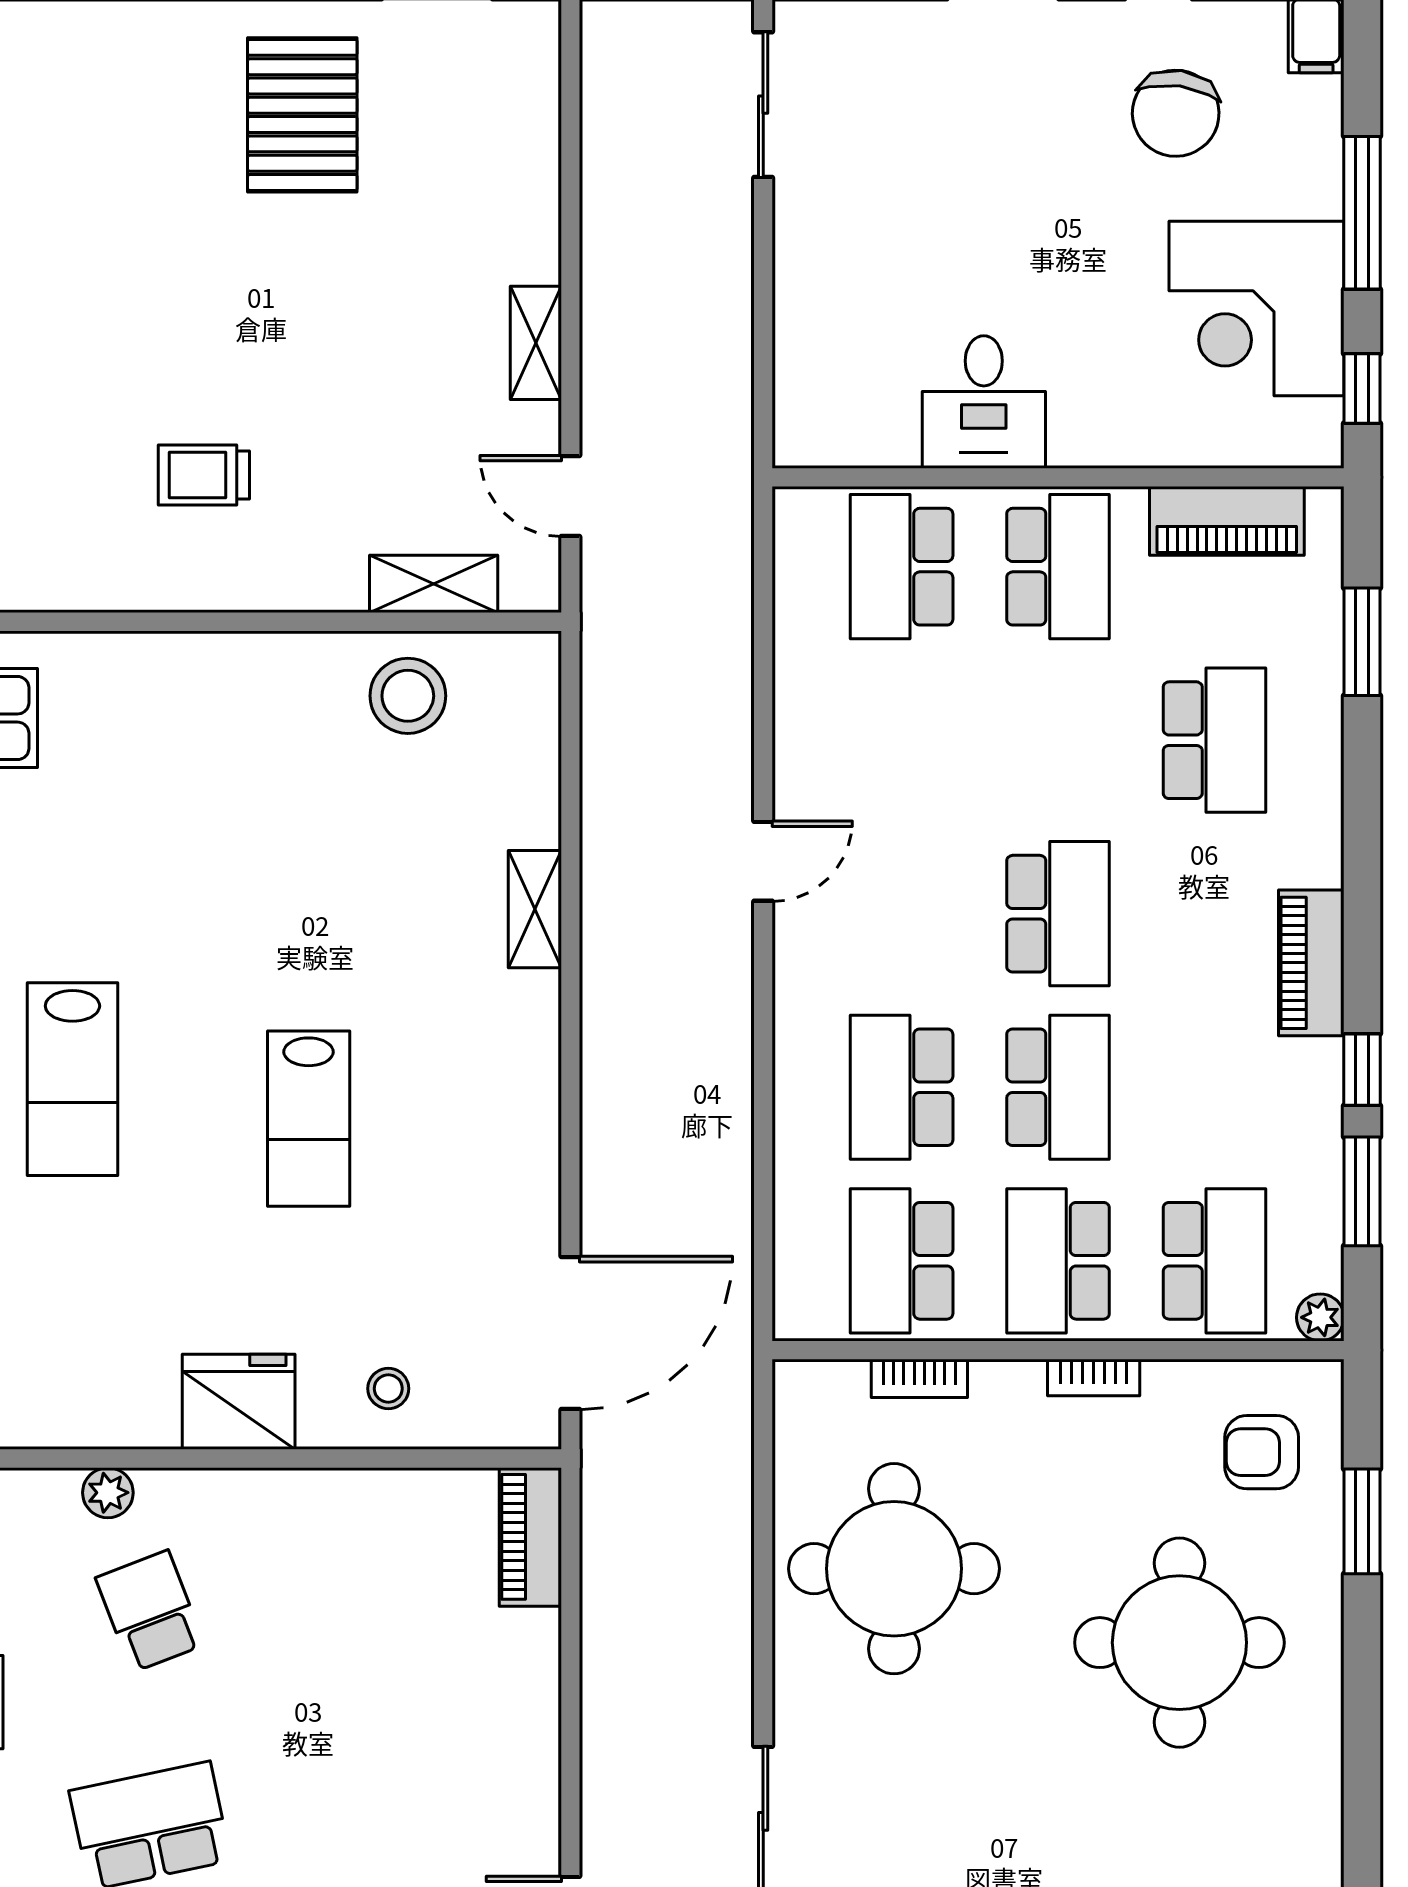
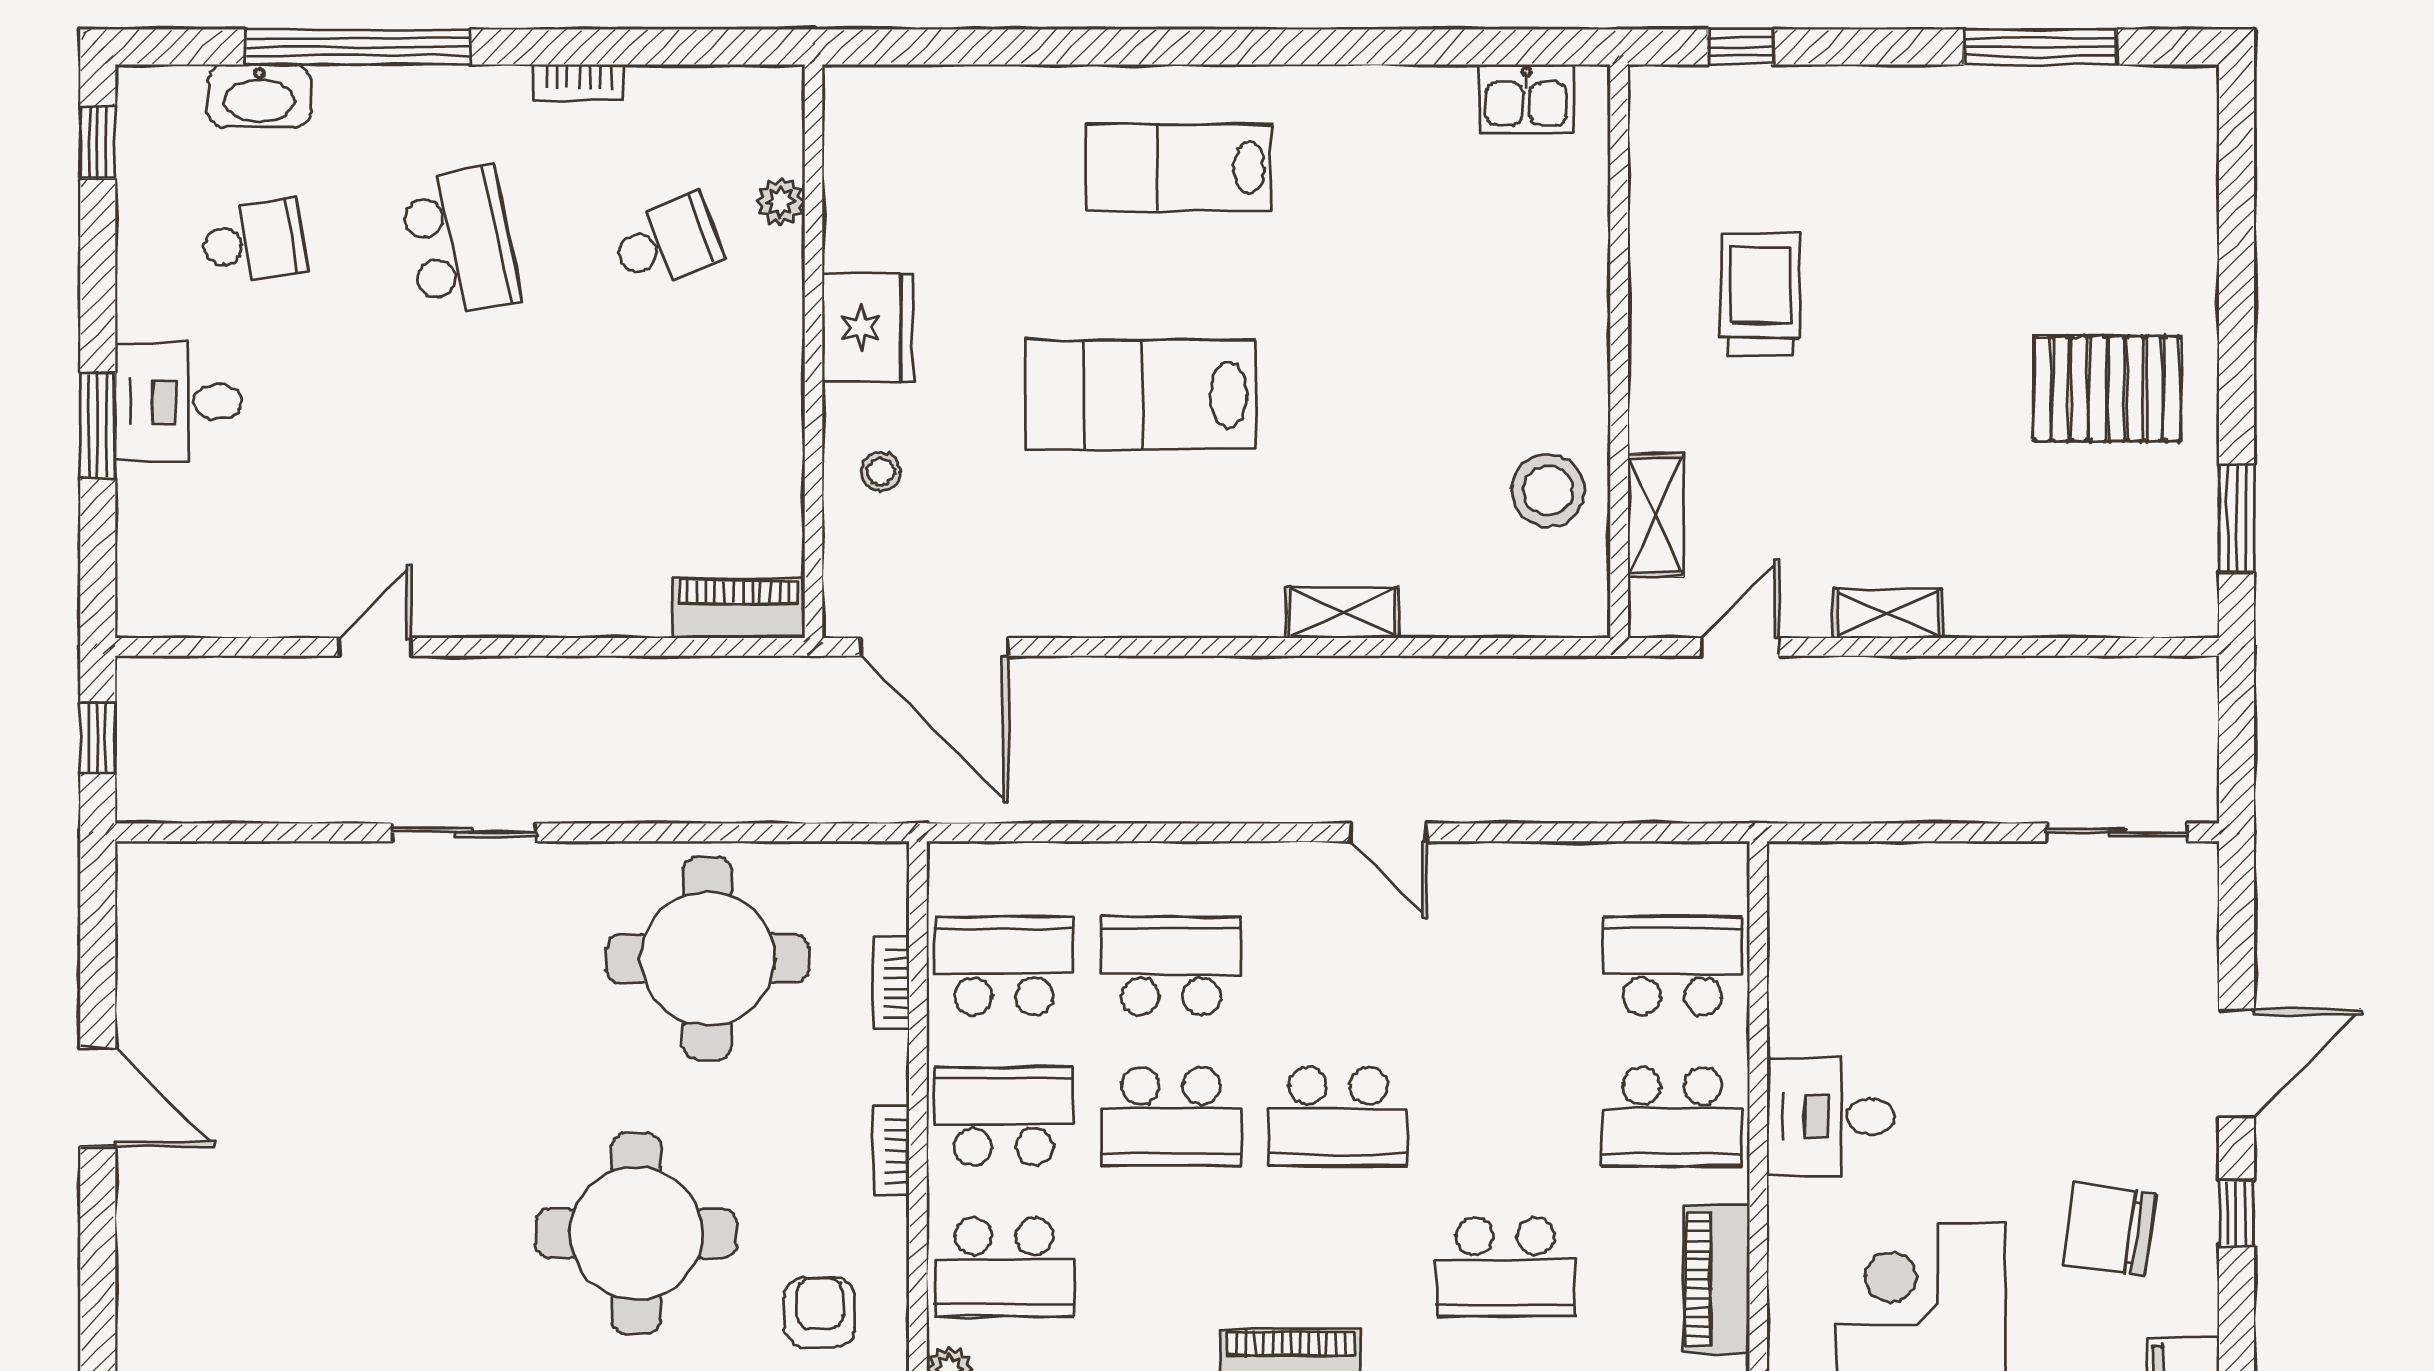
desk: (984, 402) -> (1831, 1116), moved
trolley: (204, 475) -> (1760, 294), width x1.36, depth x1.39
lab bench: (309, 1119) -> (1141, 395), width x1.36, depth x1.39

